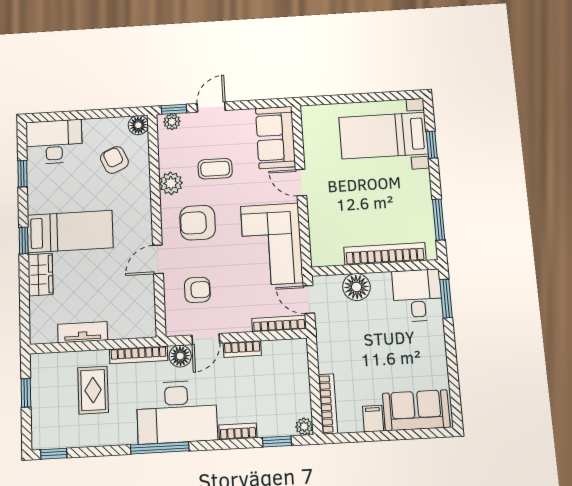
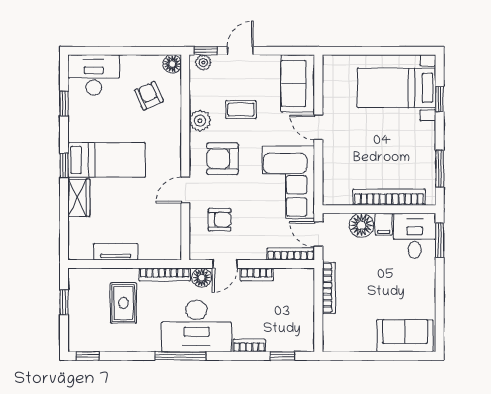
bookcase: (328, 404) -> (329, 288), moved
filing cabinet: (373, 419) -> (384, 224), moved, turned 180
plant: (304, 427) -> (307, 344), removed

